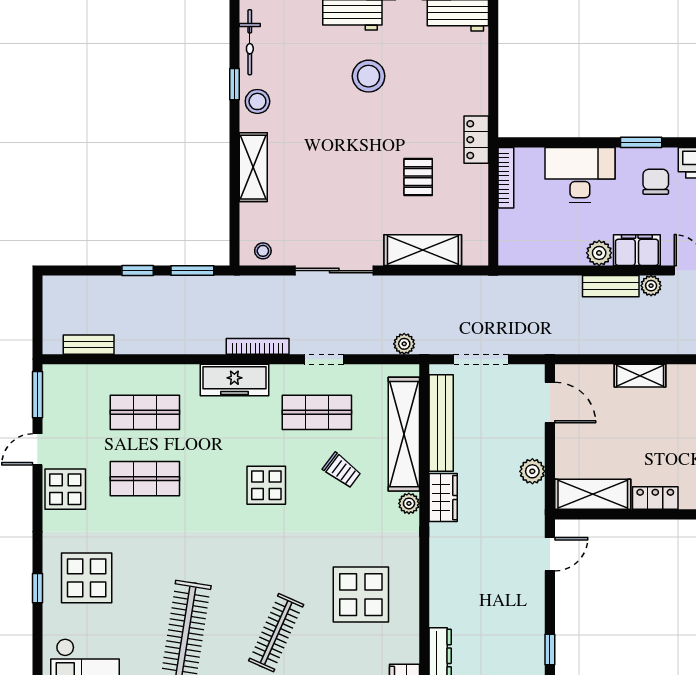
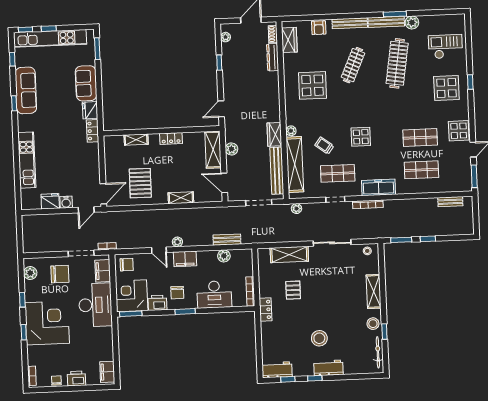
plant: (599, 253) -> (224, 256), moved
bench: (611, 286) -> (227, 240), moved
shelving: (593, 494) -> (213, 150), moved, turned 90

